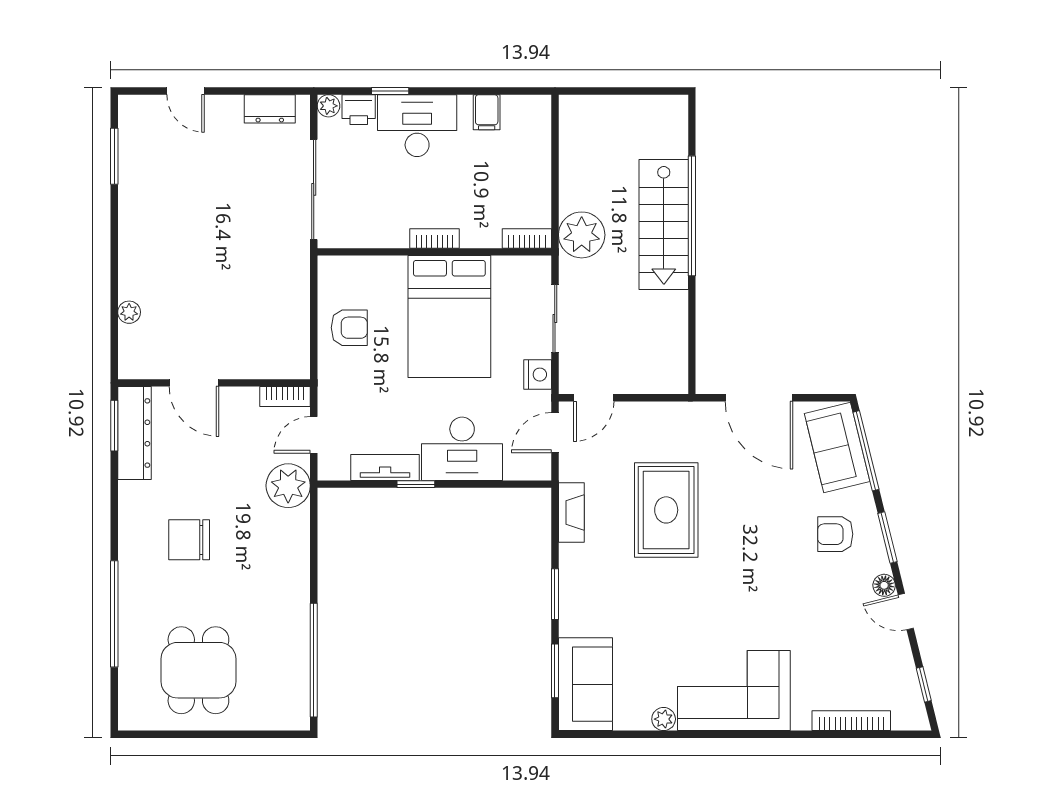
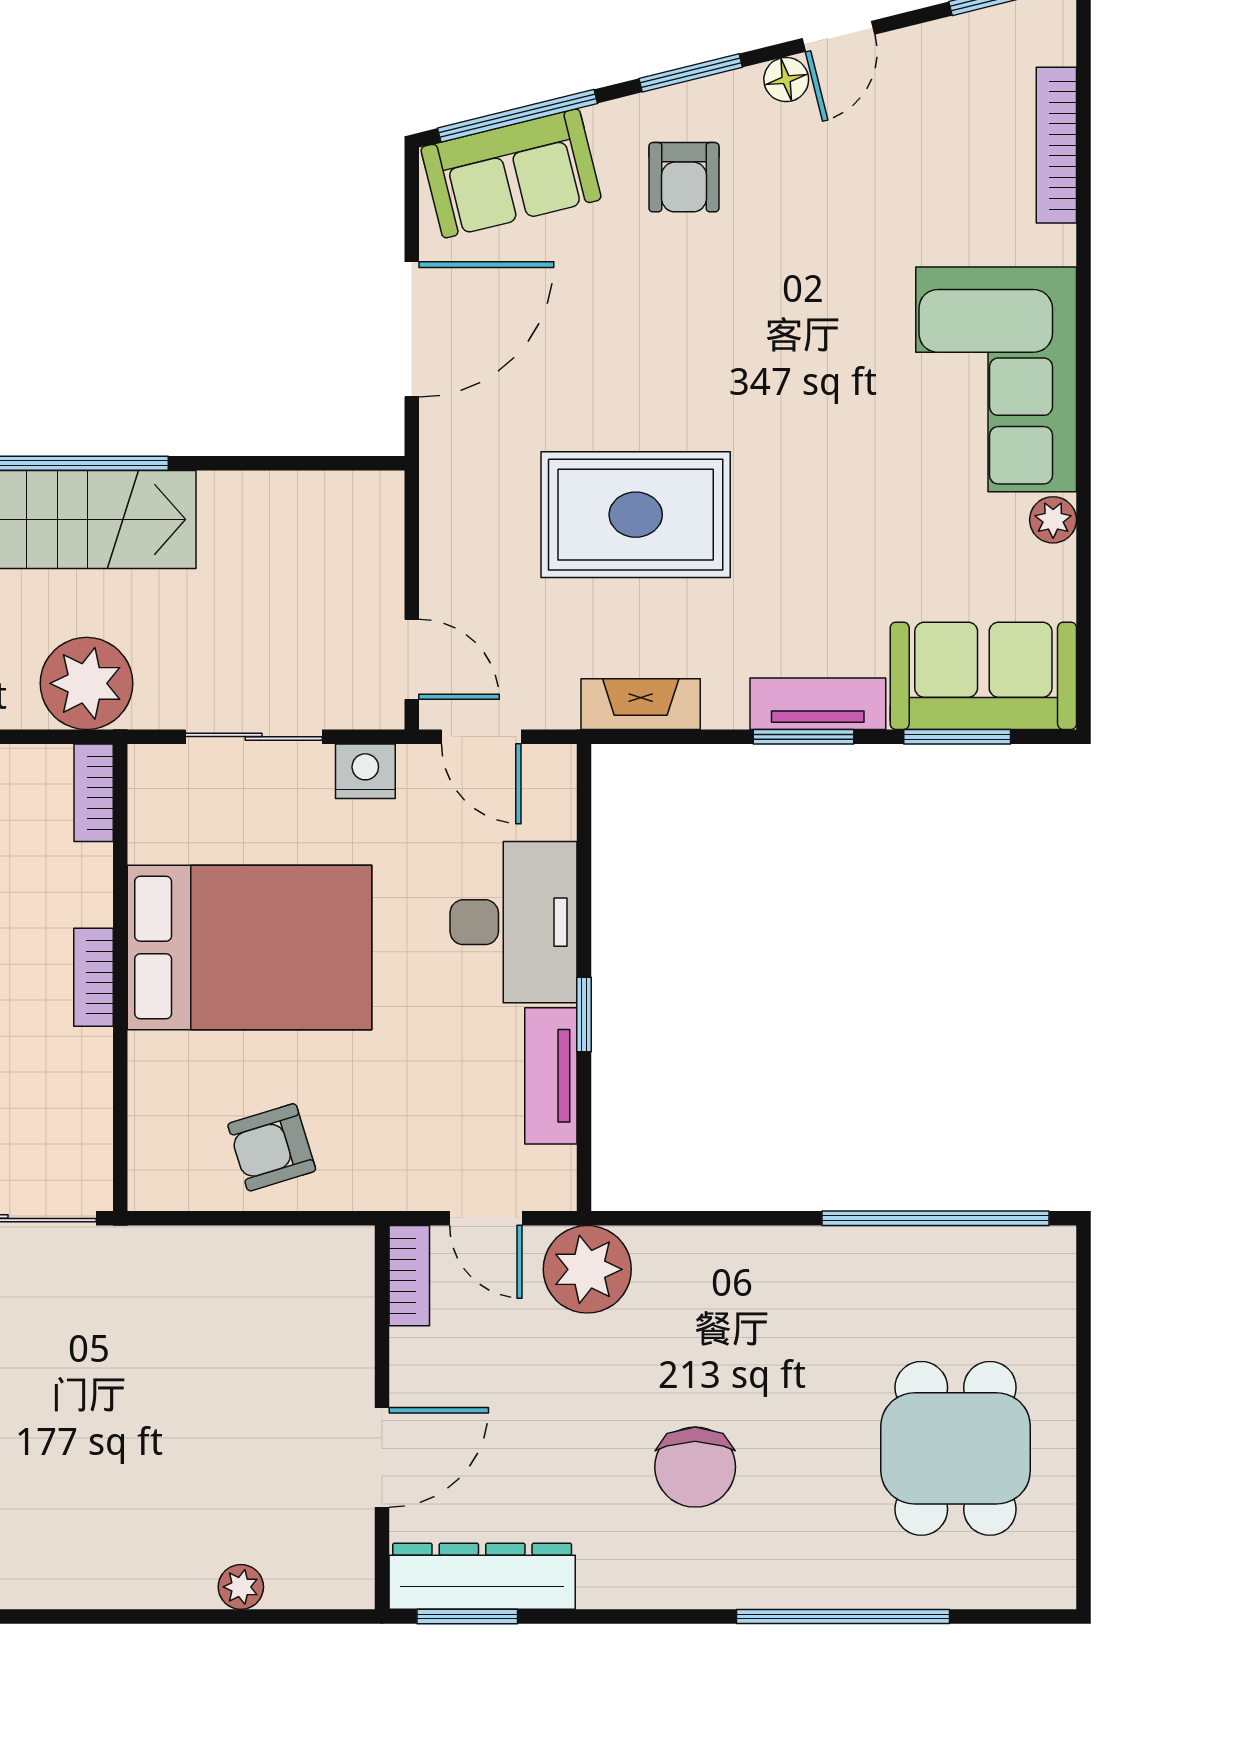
armchair: (349, 328) -> (272, 1147), turned -107
tv unit: (571, 601) -> (818, 704), added
dining table: (198, 670) -> (956, 1448), turned 90

